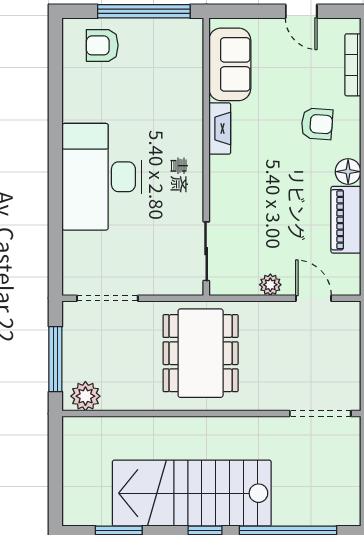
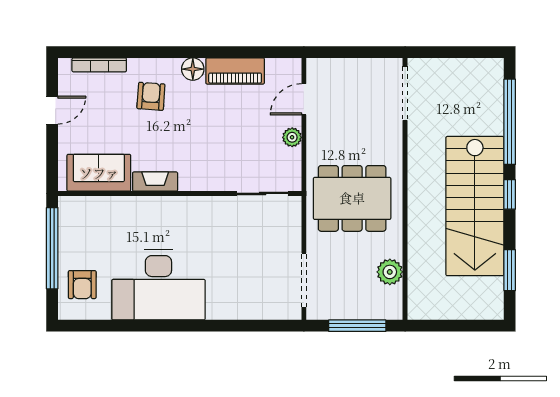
desk: (102, 177) -> (158, 285), moved
plant: (85, 396) -> (390, 272), moved

